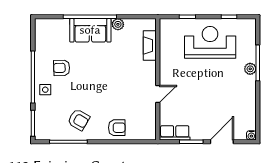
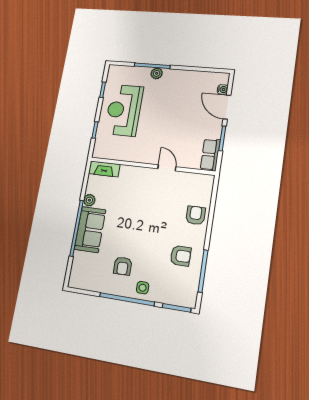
fireplace: (150, 45) -> (104, 169), moved
armchair: (79, 120) -> (181, 256), turned 60
water cooler: (251, 135) -> (223, 89), moved

